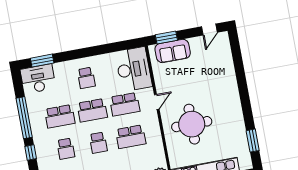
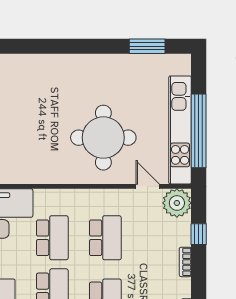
door: (157, 102) -> (148, 186), moved

